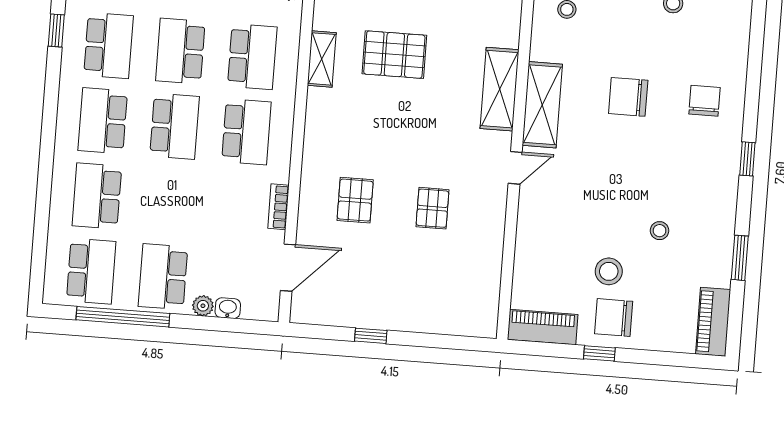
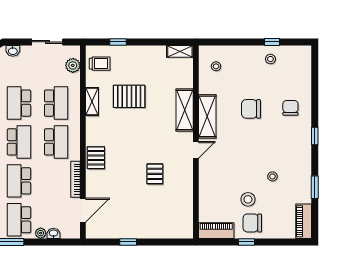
pallet: (355, 200) -> (96, 158), moved
school desk: (169, 201) -> (19, 181), added
bookcase: (278, 207) -> (76, 179), width x1.56

